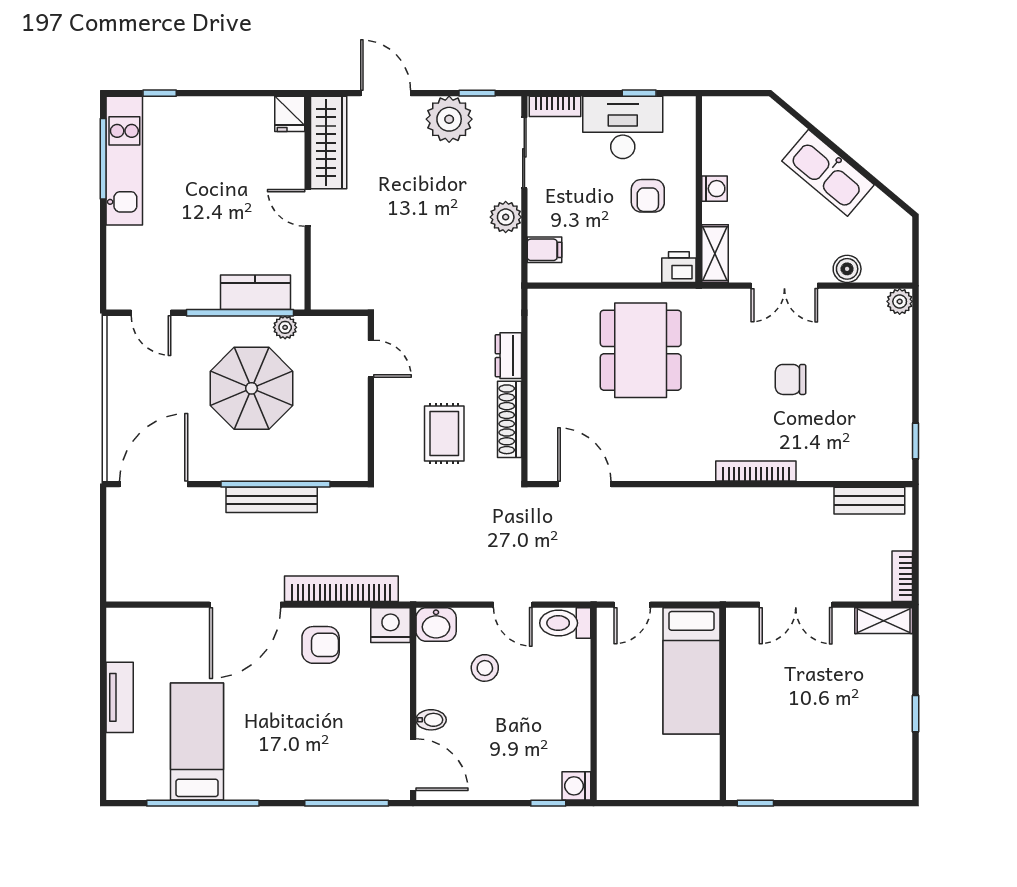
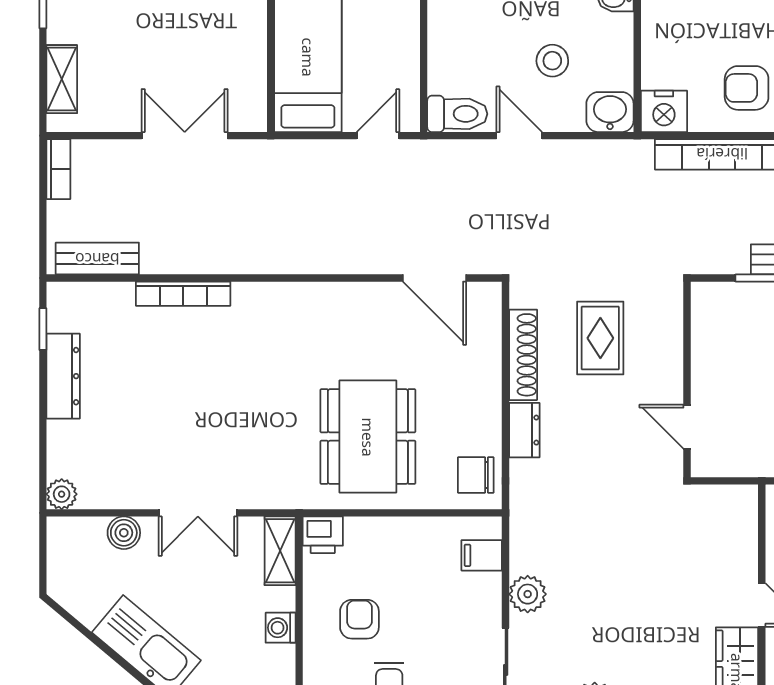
double door: (784, 286) -> (198, 513), swing flipped
chair: (791, 379) -> (476, 475), moved, turned 180
dresser: (898, 401) -> (63, 376), added
bookcase: (756, 471) -> (183, 294), moved
shelving: (884, 621) -> (62, 79), moved, turned 90

